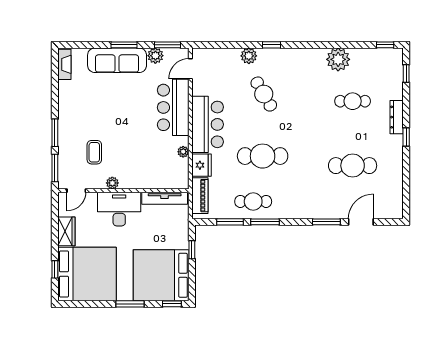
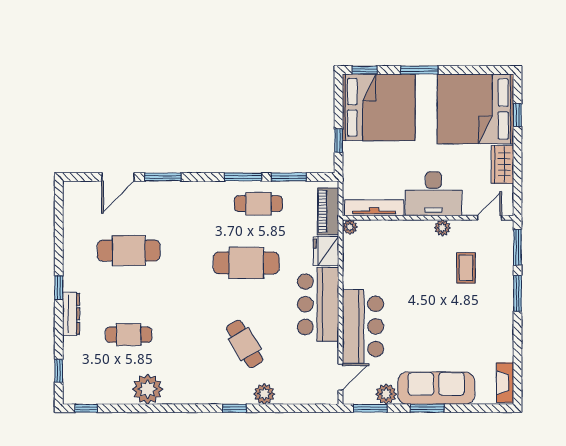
plant: (183, 152) -> (350, 227), moved

